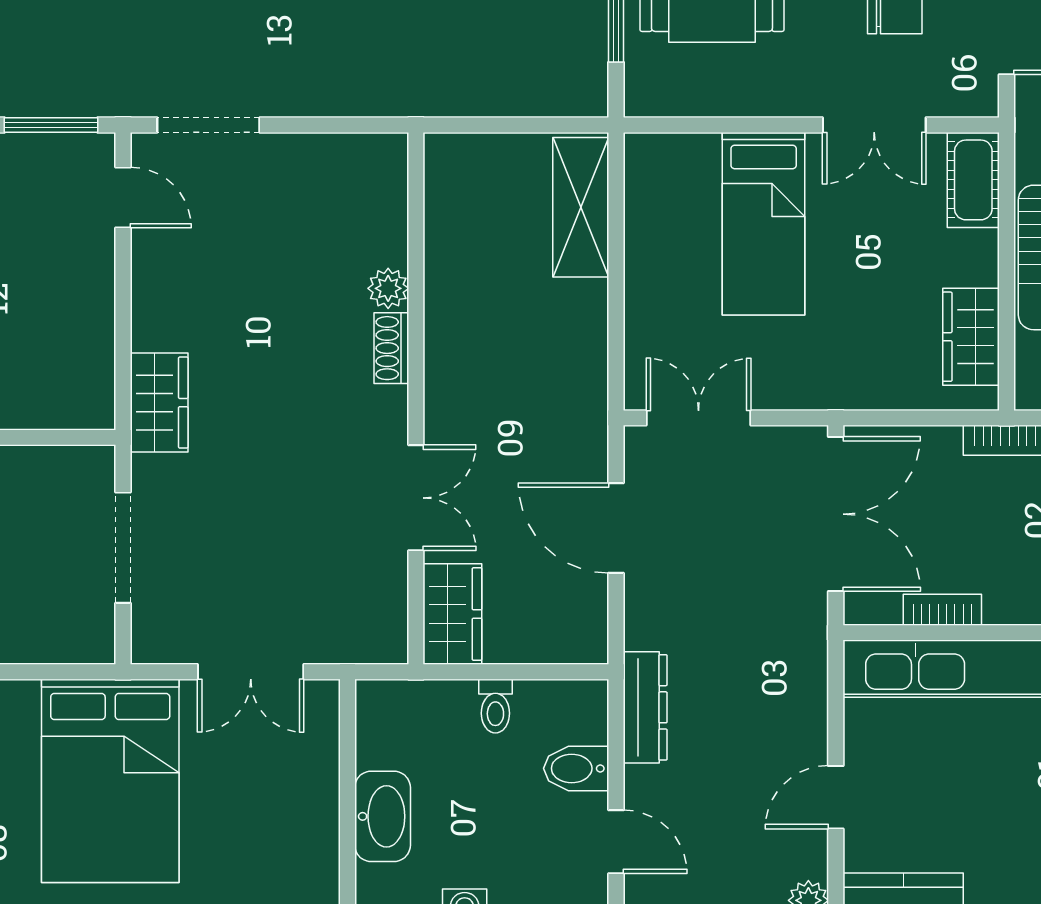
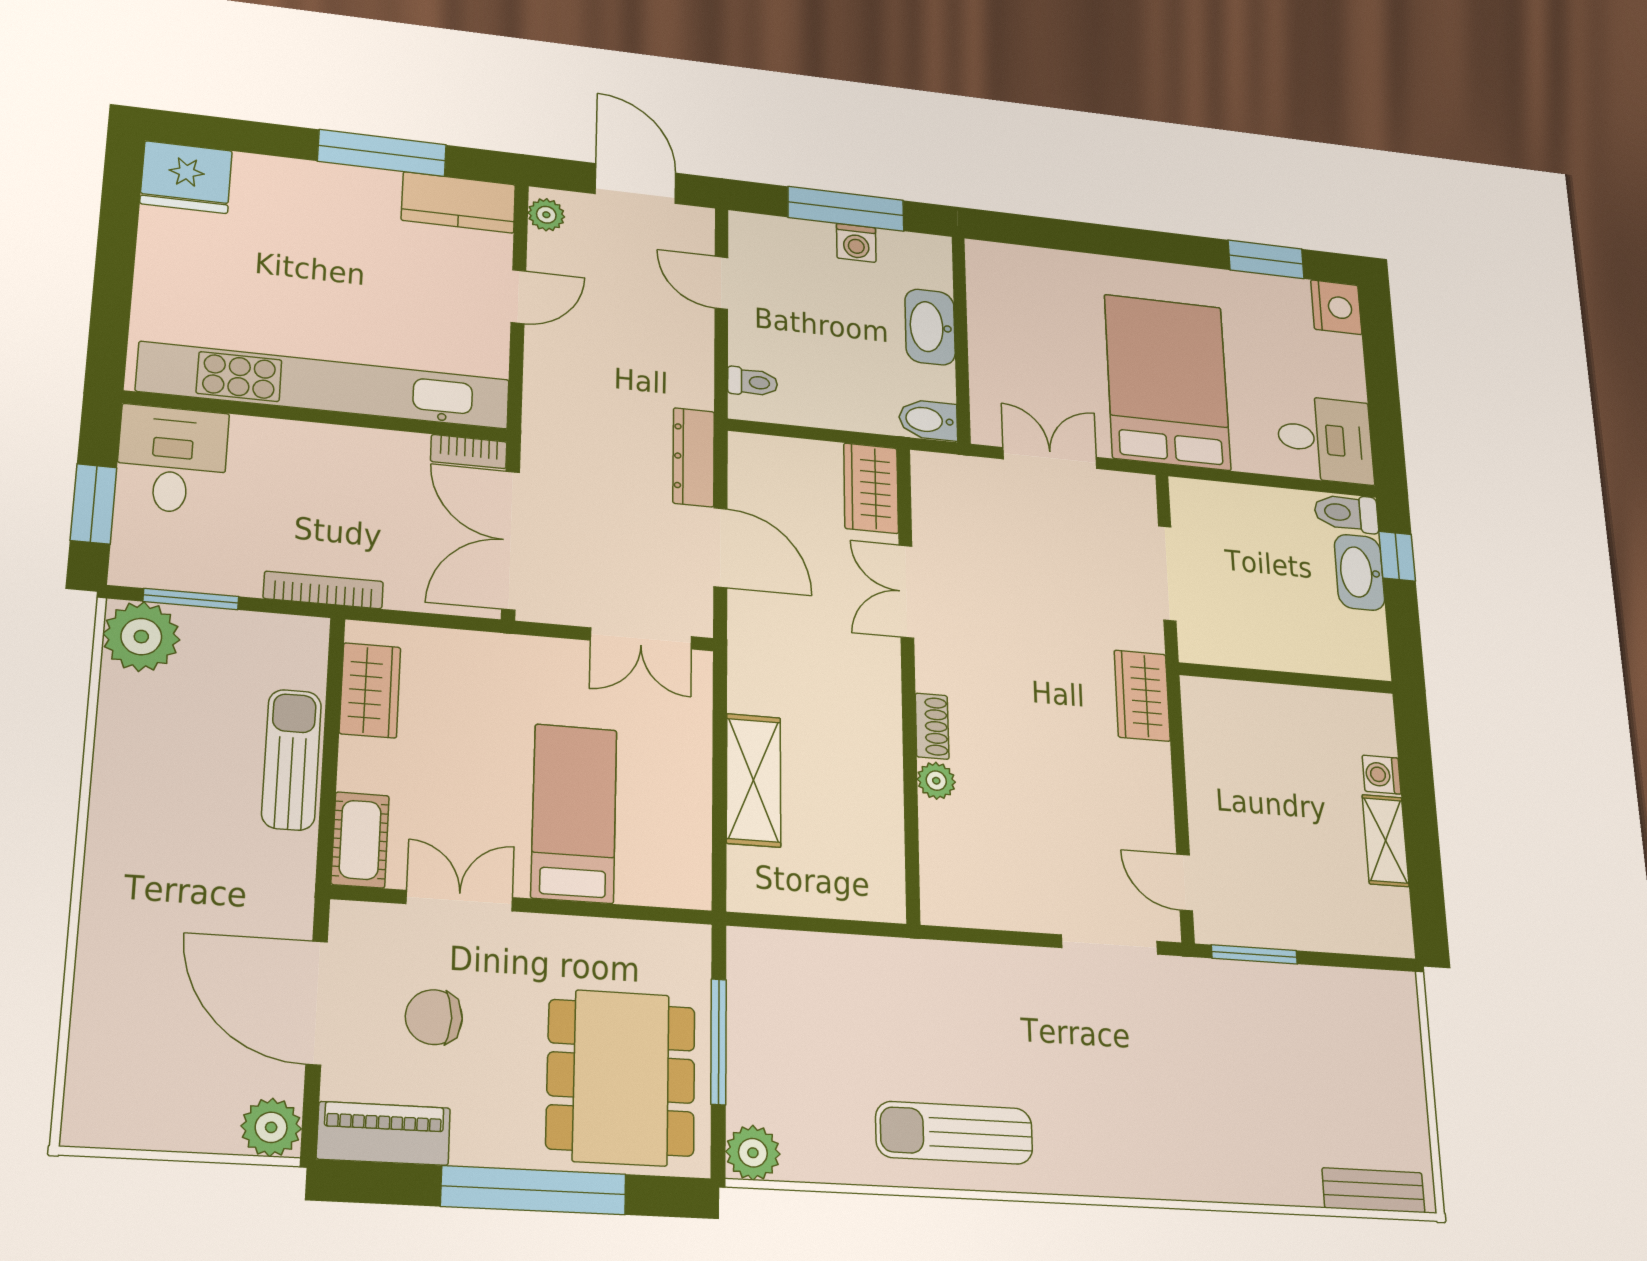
shelving: (581, 207) -> (754, 780), moved
bookcase: (942, 610) -> (469, 452), moved
toilet: (495, 706) -> (752, 382), moved, turned 90
dresser: (645, 707) -> (694, 457), moved
bidet: (576, 768) -> (928, 420), moved, turned 180

